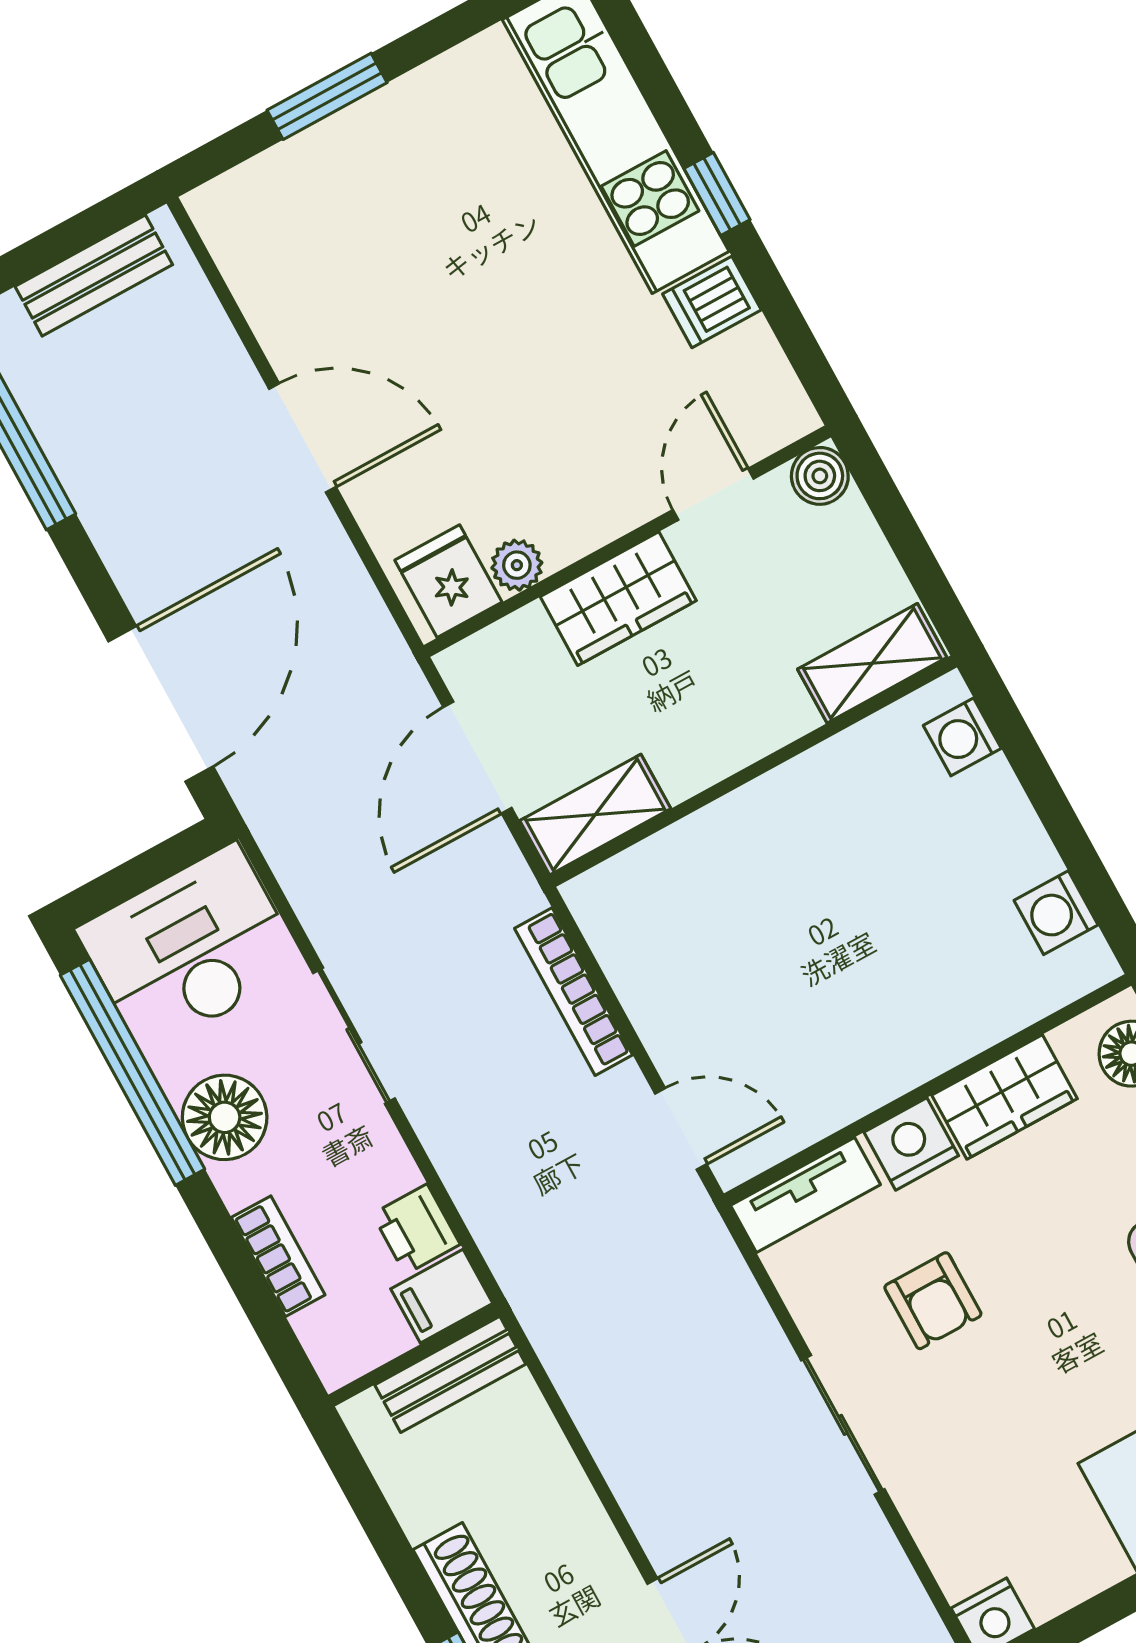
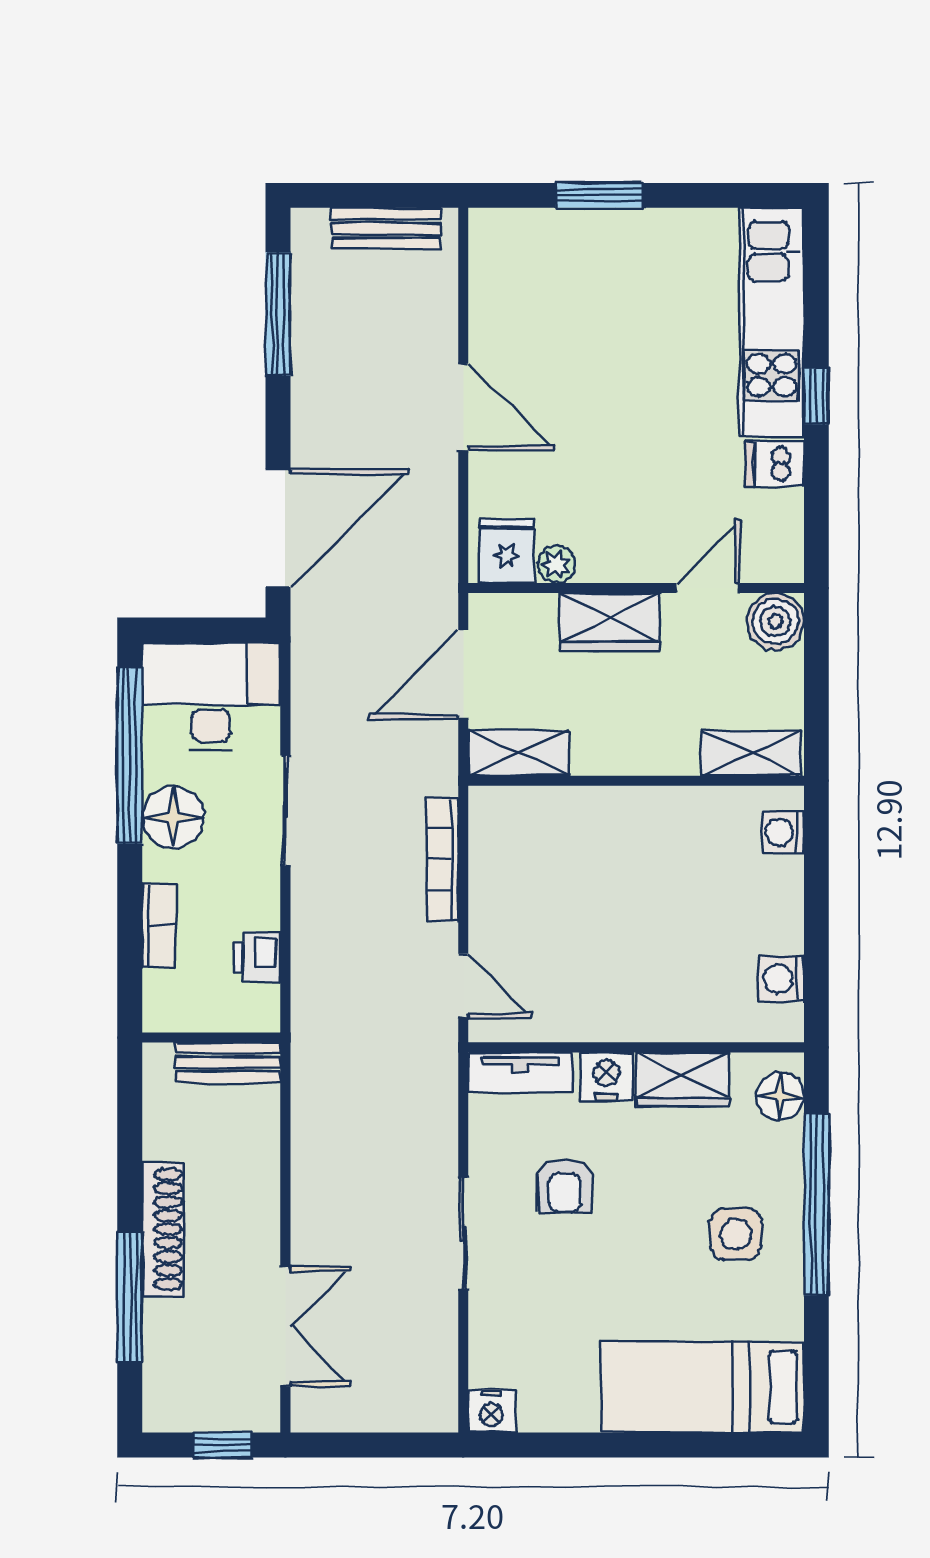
boiler: (820, 476) -> (776, 621), width x1.36, depth x1.36
filing cabinet: (442, 1296) -> (250, 1009), removed

